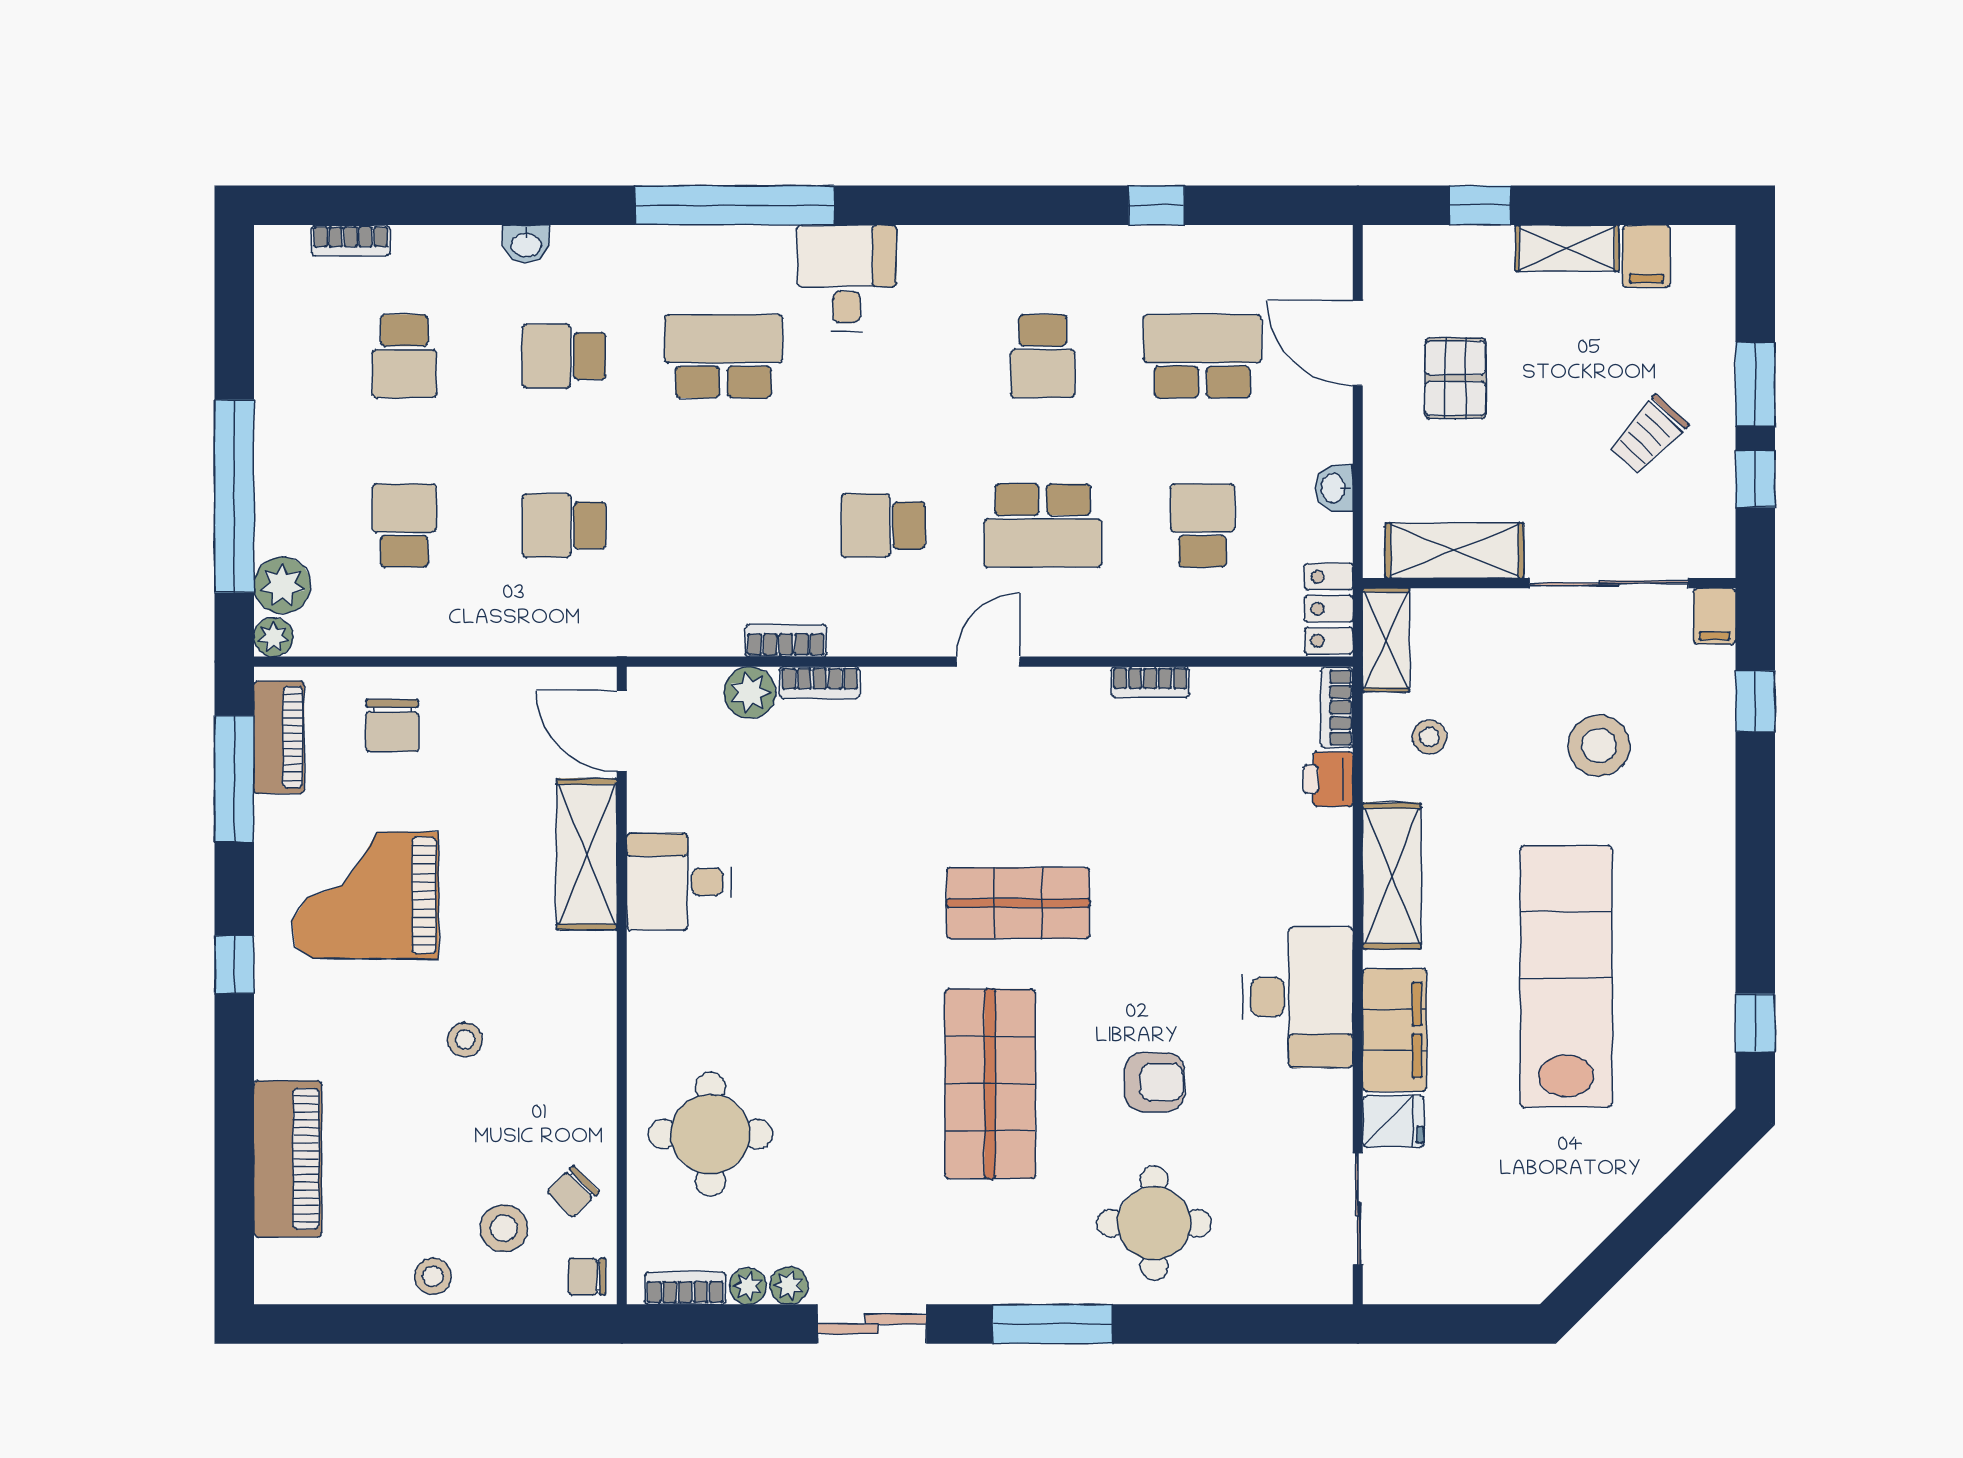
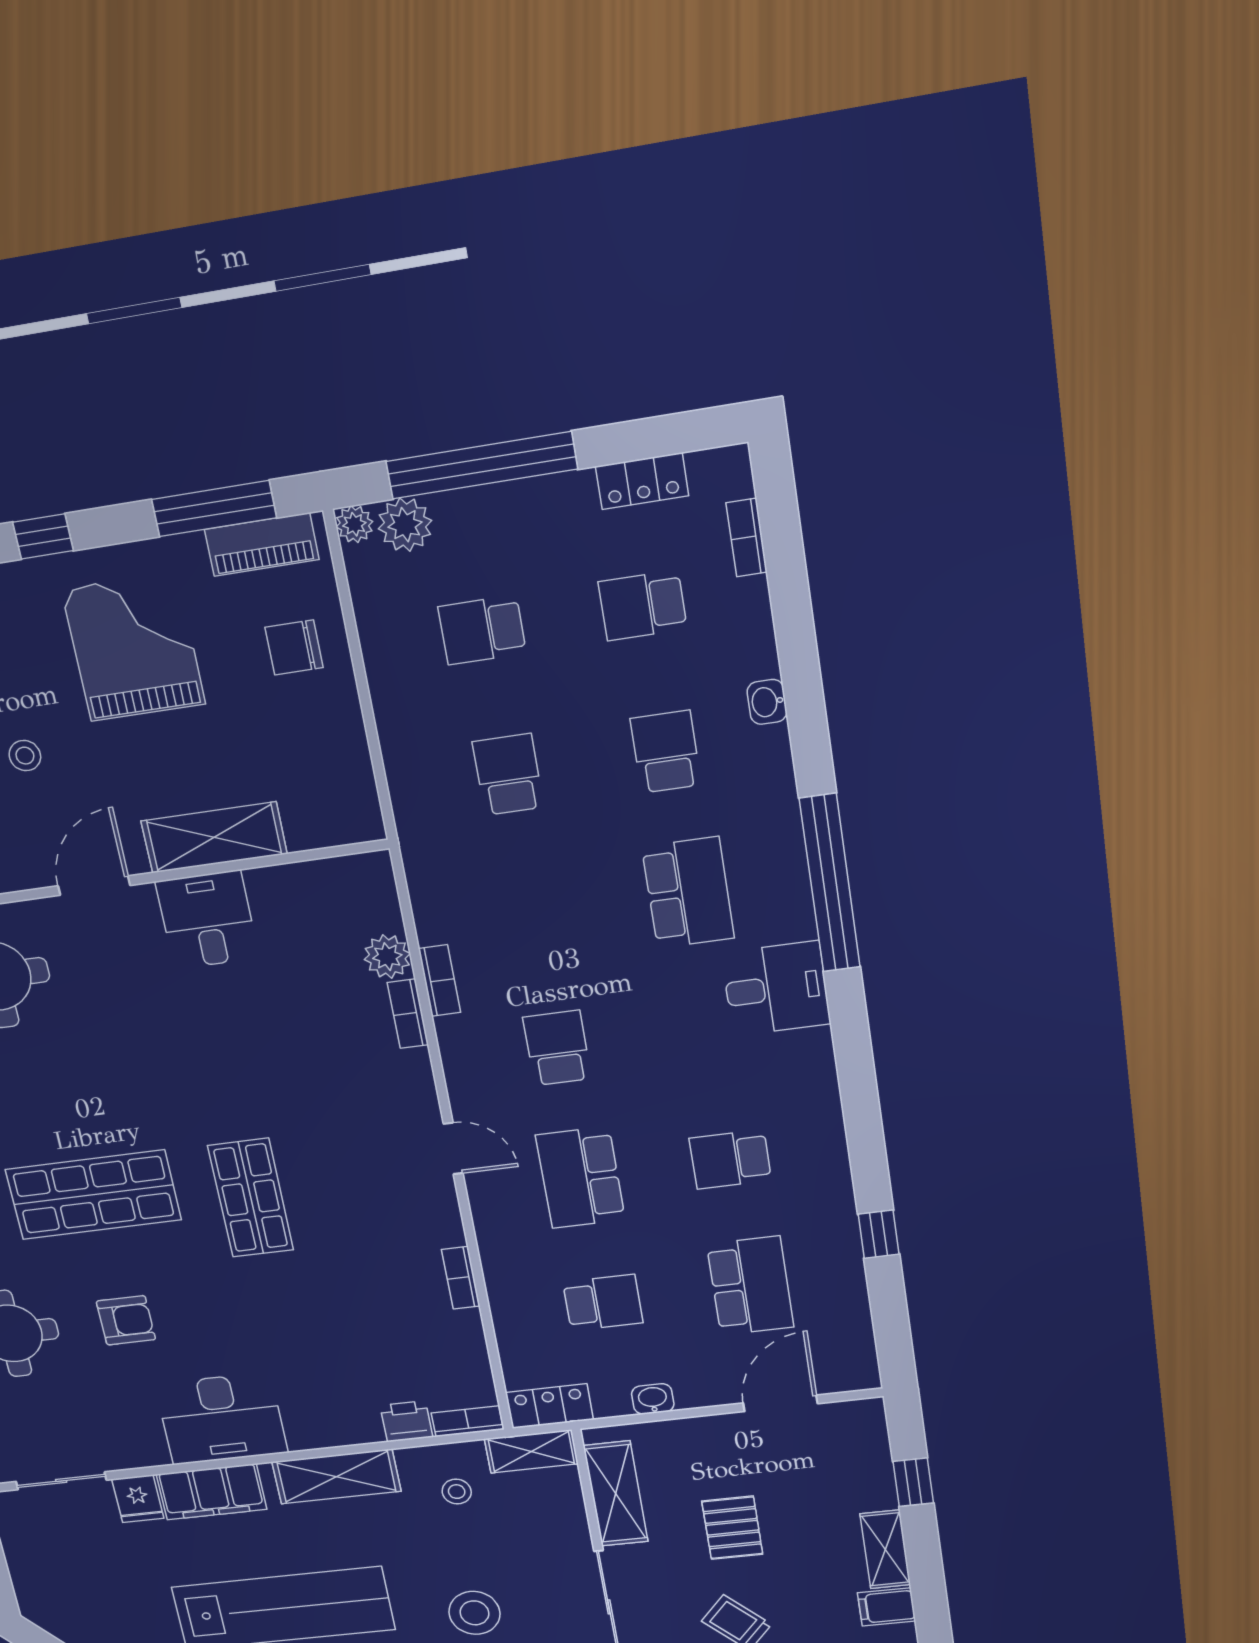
locker: (276, 337) -> (642, 481), added
pallet: (1455, 378) -> (732, 1528), moved, turned 90
school desk: (404, 525) -> (482, 630), turned 180
door: (622, 731) -> (94, 886), moved
armchair: (1155, 1082) -> (126, 1320), turned -90

